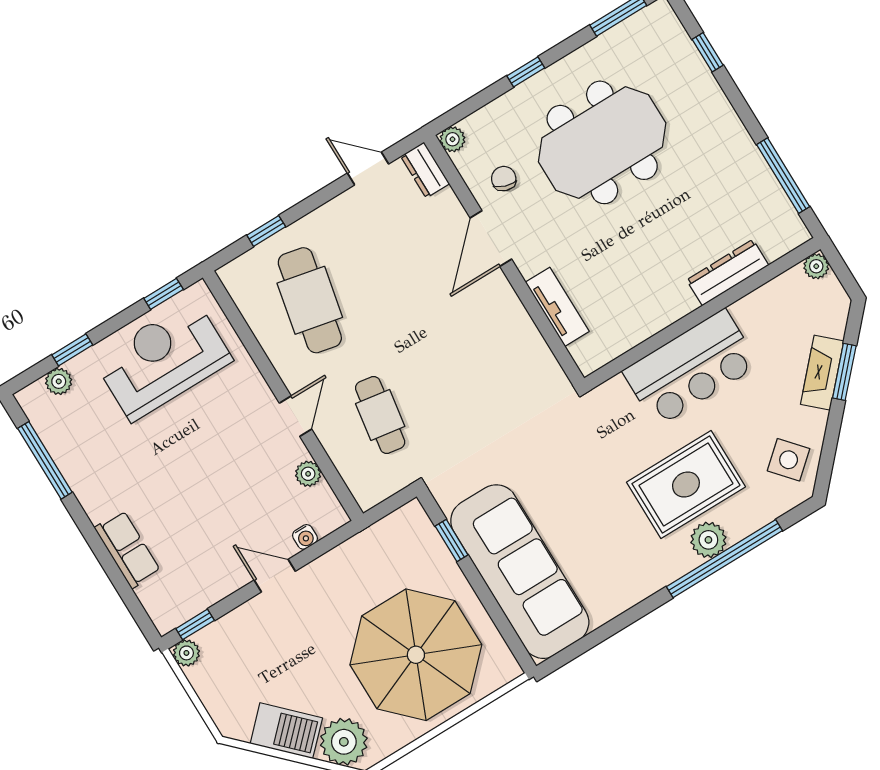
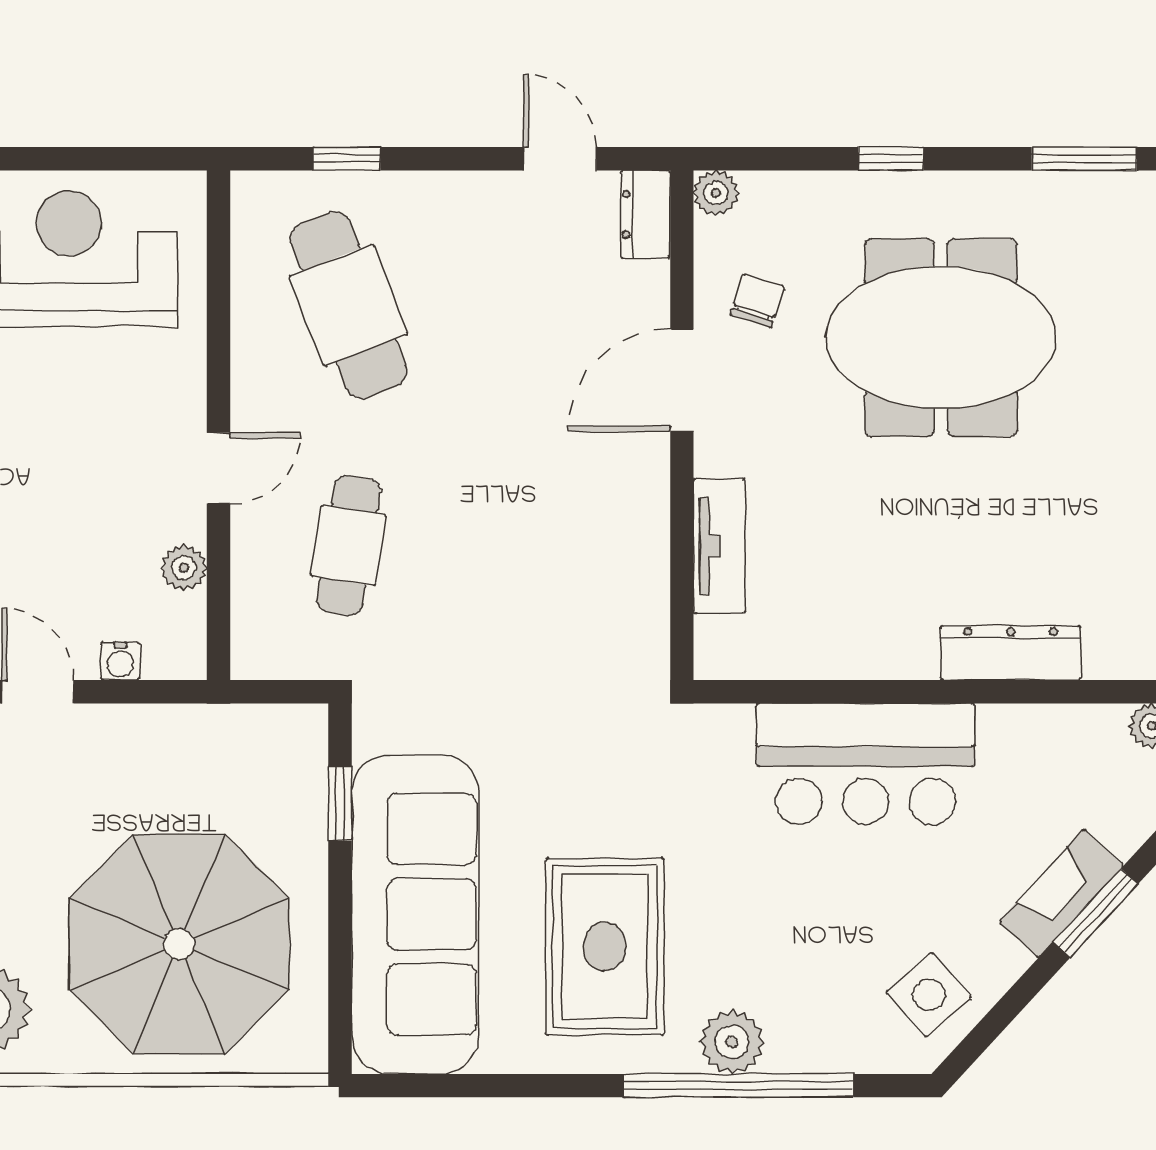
window: (164, 294) -> (132, 159), removed
cafe table: (310, 300) -> (348, 305), turned -33
rug: (686, 485) -> (605, 947), moved, turned 90

